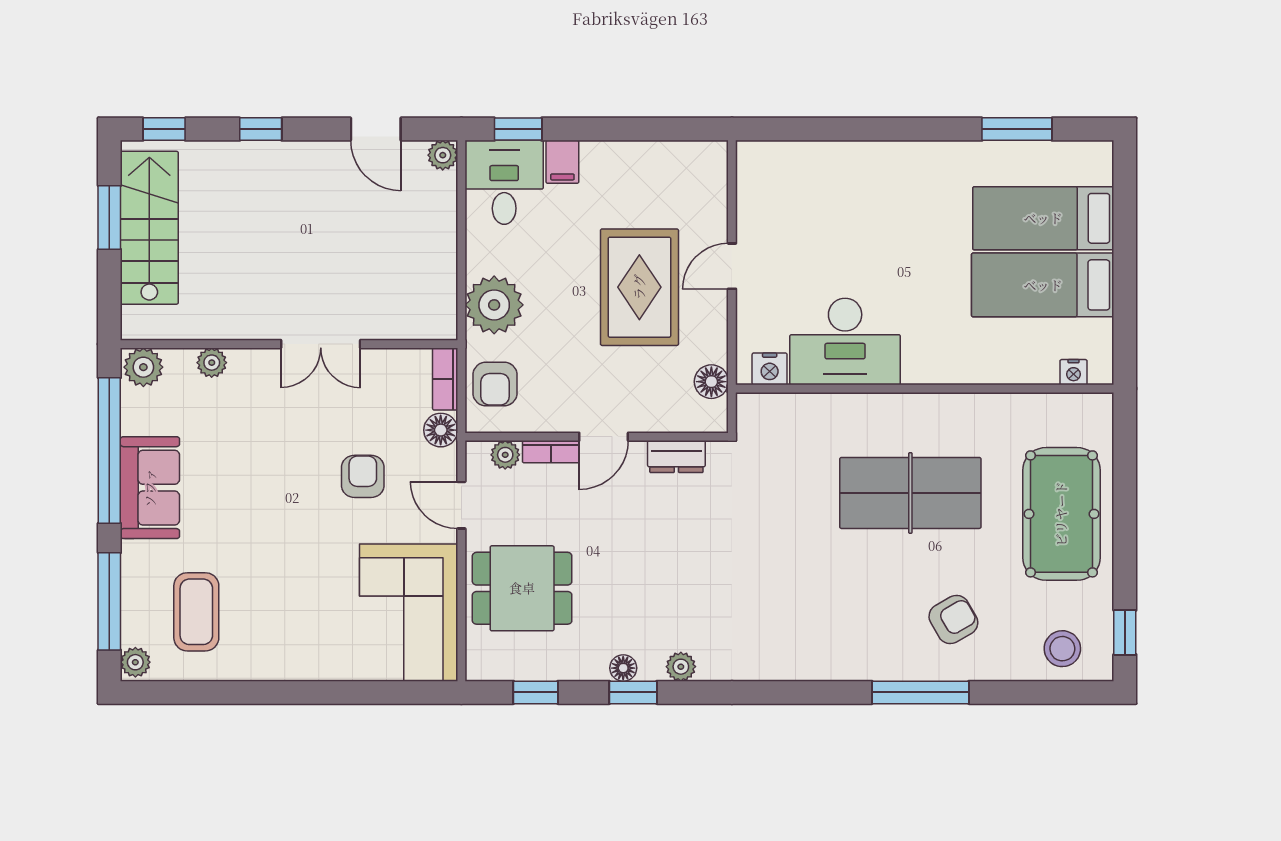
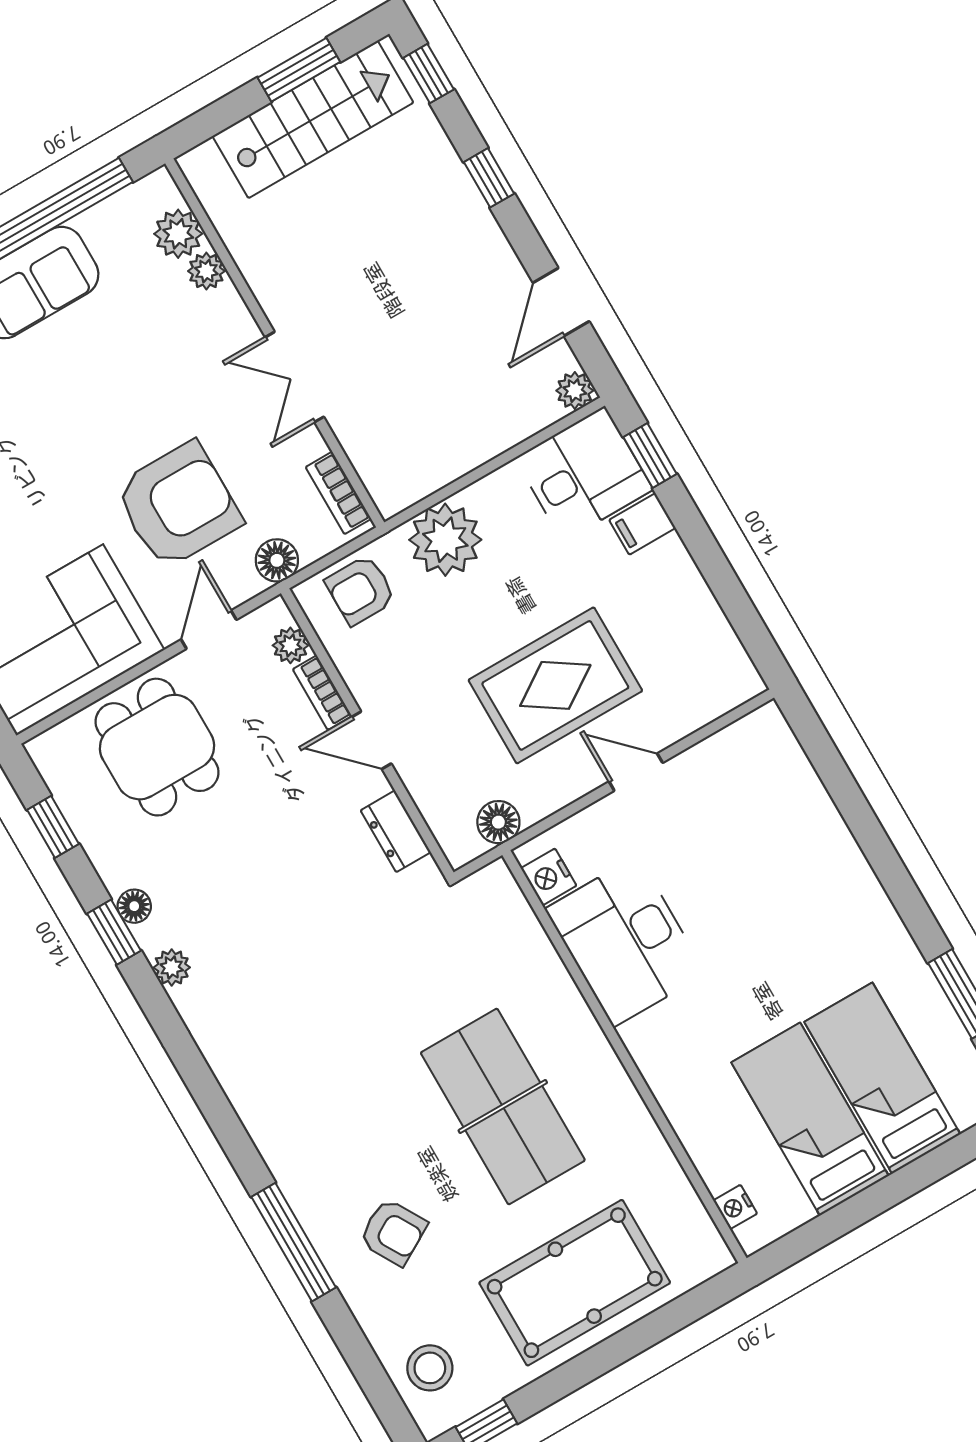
plant: (143, 367) -> (178, 234), moved
bookcase: (445, 379) -> (338, 493), moved, turned -90
armchair: (363, 476) -> (178, 505), width x1.88, depth x1.88

